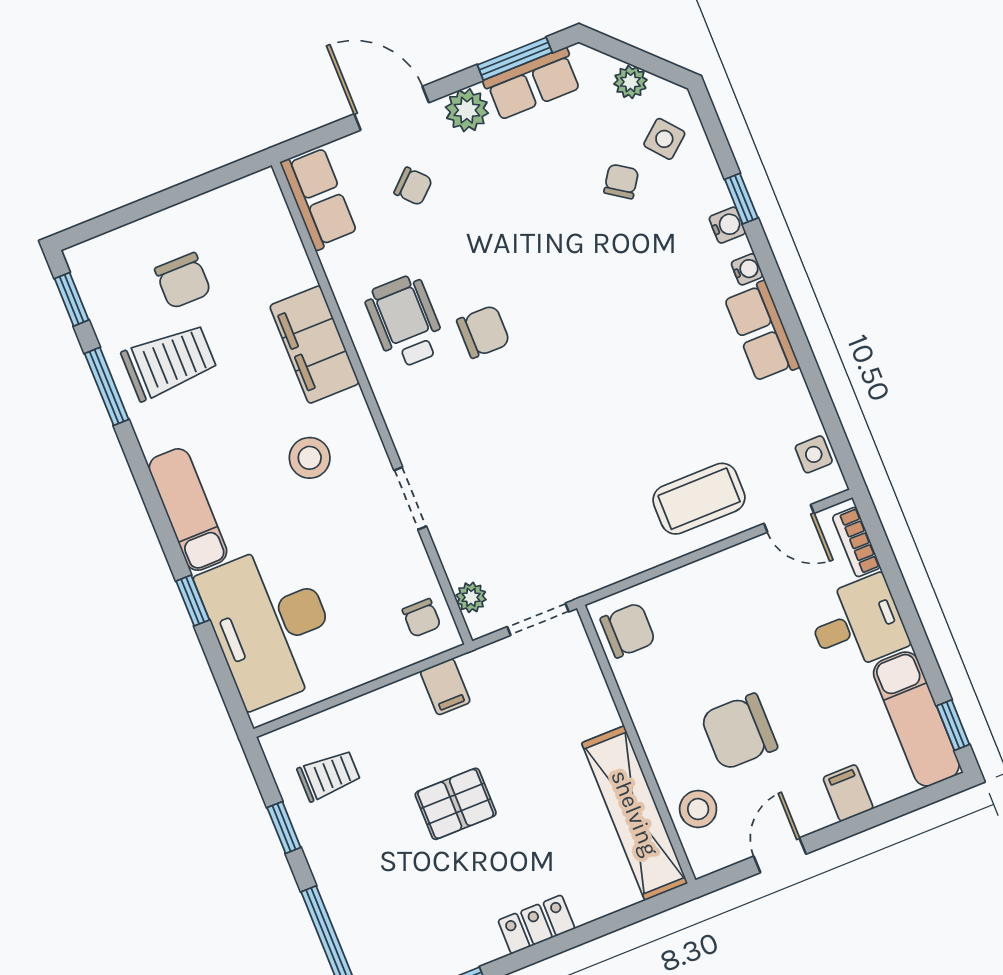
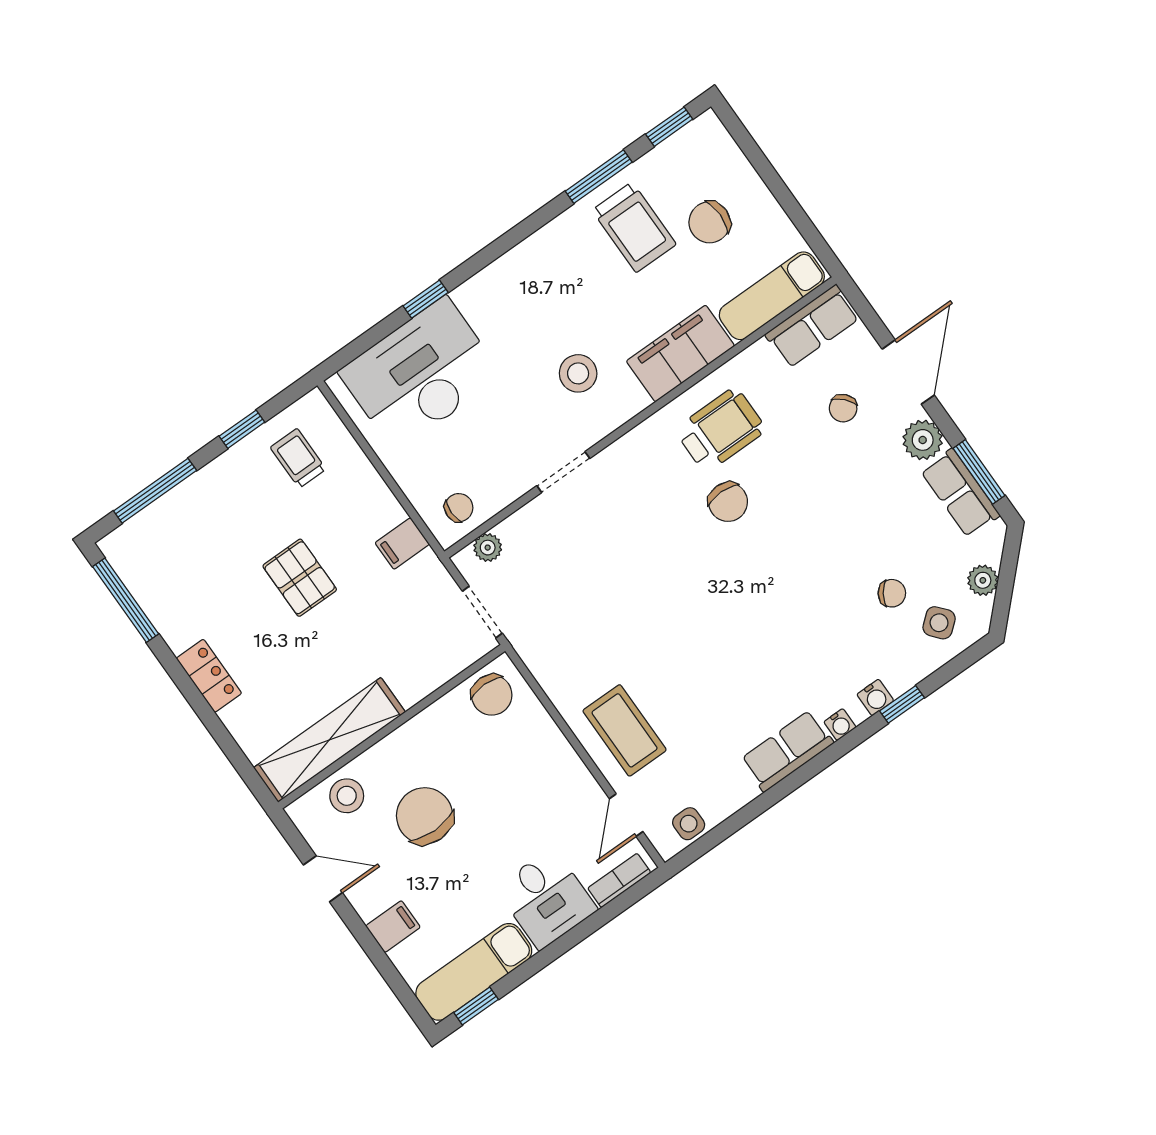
exam couch: (188, 510) -> (772, 296), moved, turned 180
chair: (422, 618) -> (459, 508), turned 180
trolley: (329, 775) -> (298, 458), turned 180

